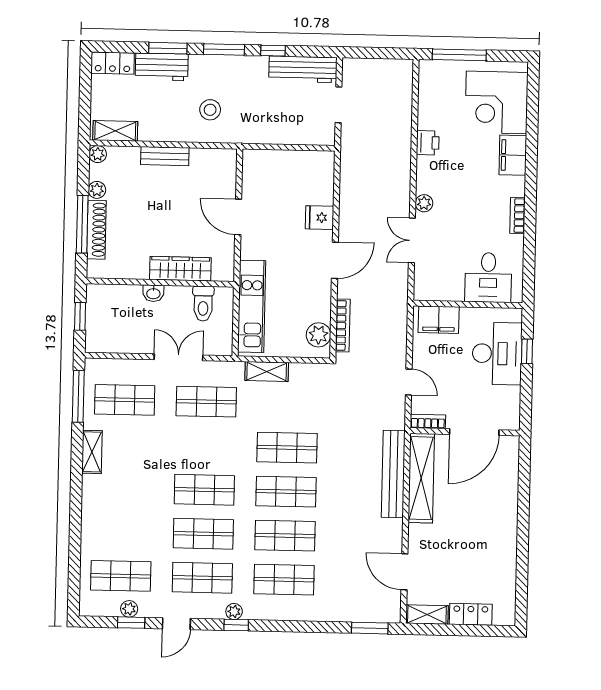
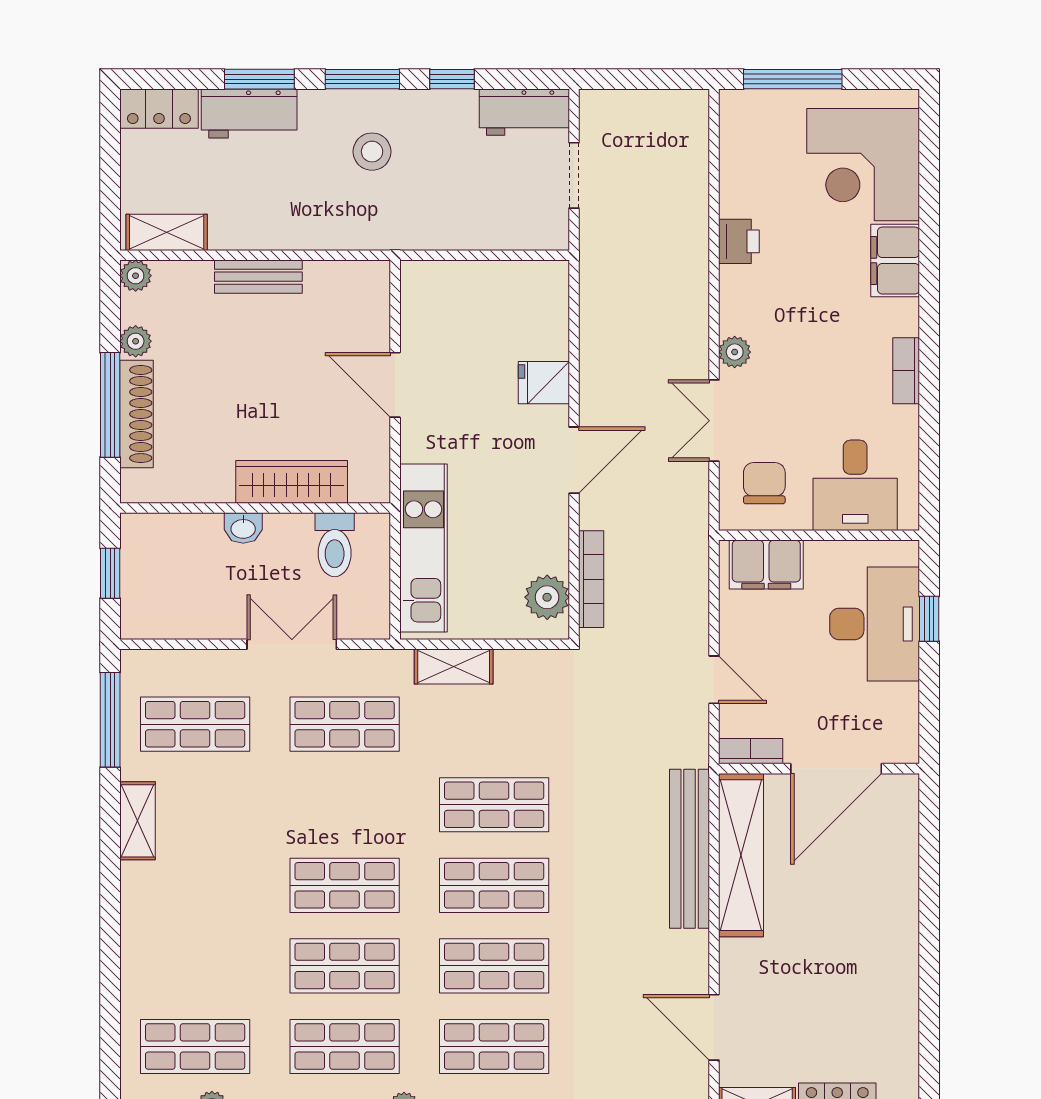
workbench: (303, 69) -> (524, 112), width x0.73
stool: (210, 110) -> (372, 152), moved
chair: (439, 275) -> (764, 483), added

